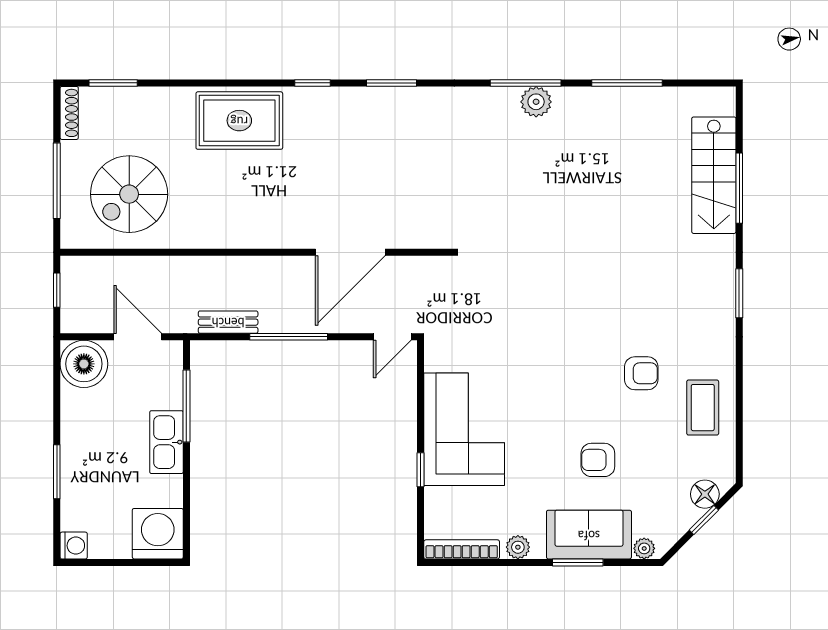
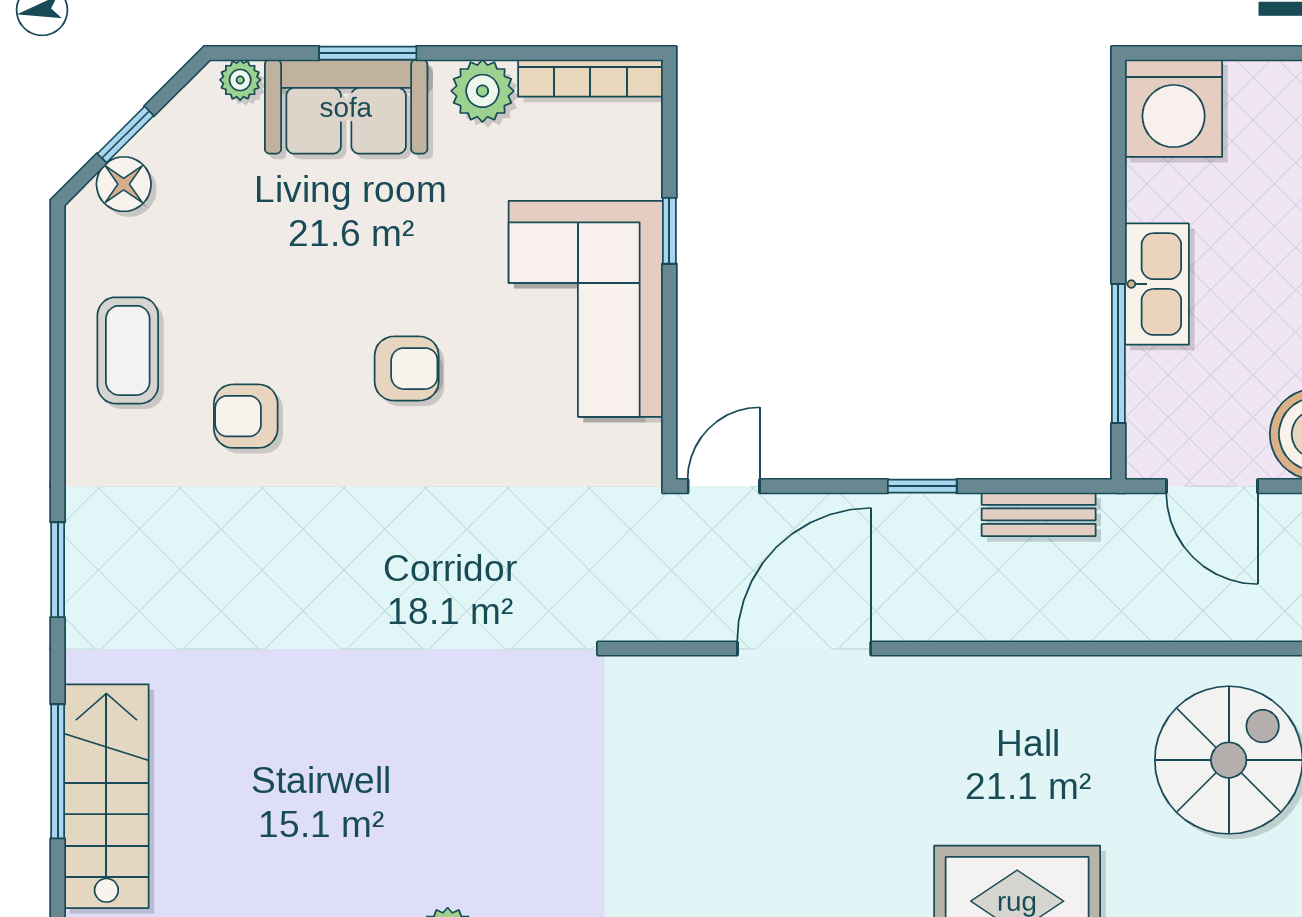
window: (289, 337) -> (922, 486), width x0.46
armchair: (598, 460) -> (407, 369), moved
plant: (518, 547) -> (482, 91), width x1.38, depth x1.38

